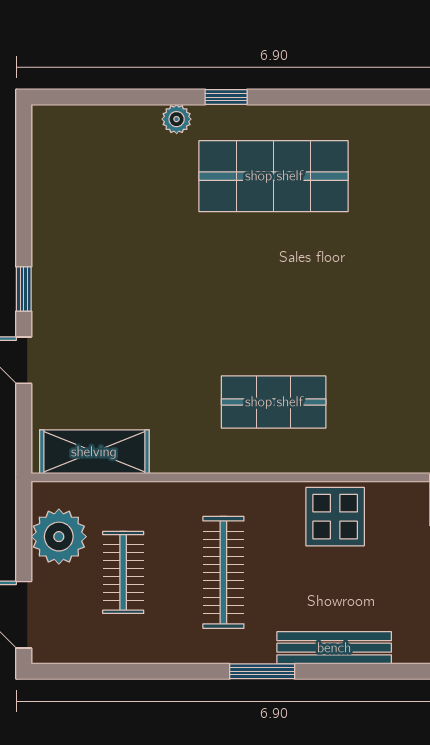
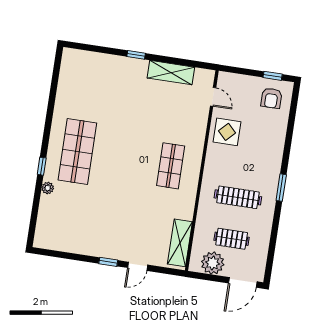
display table: (335, 517) -> (227, 132), moved
bench: (334, 648) -> (276, 156), removed

